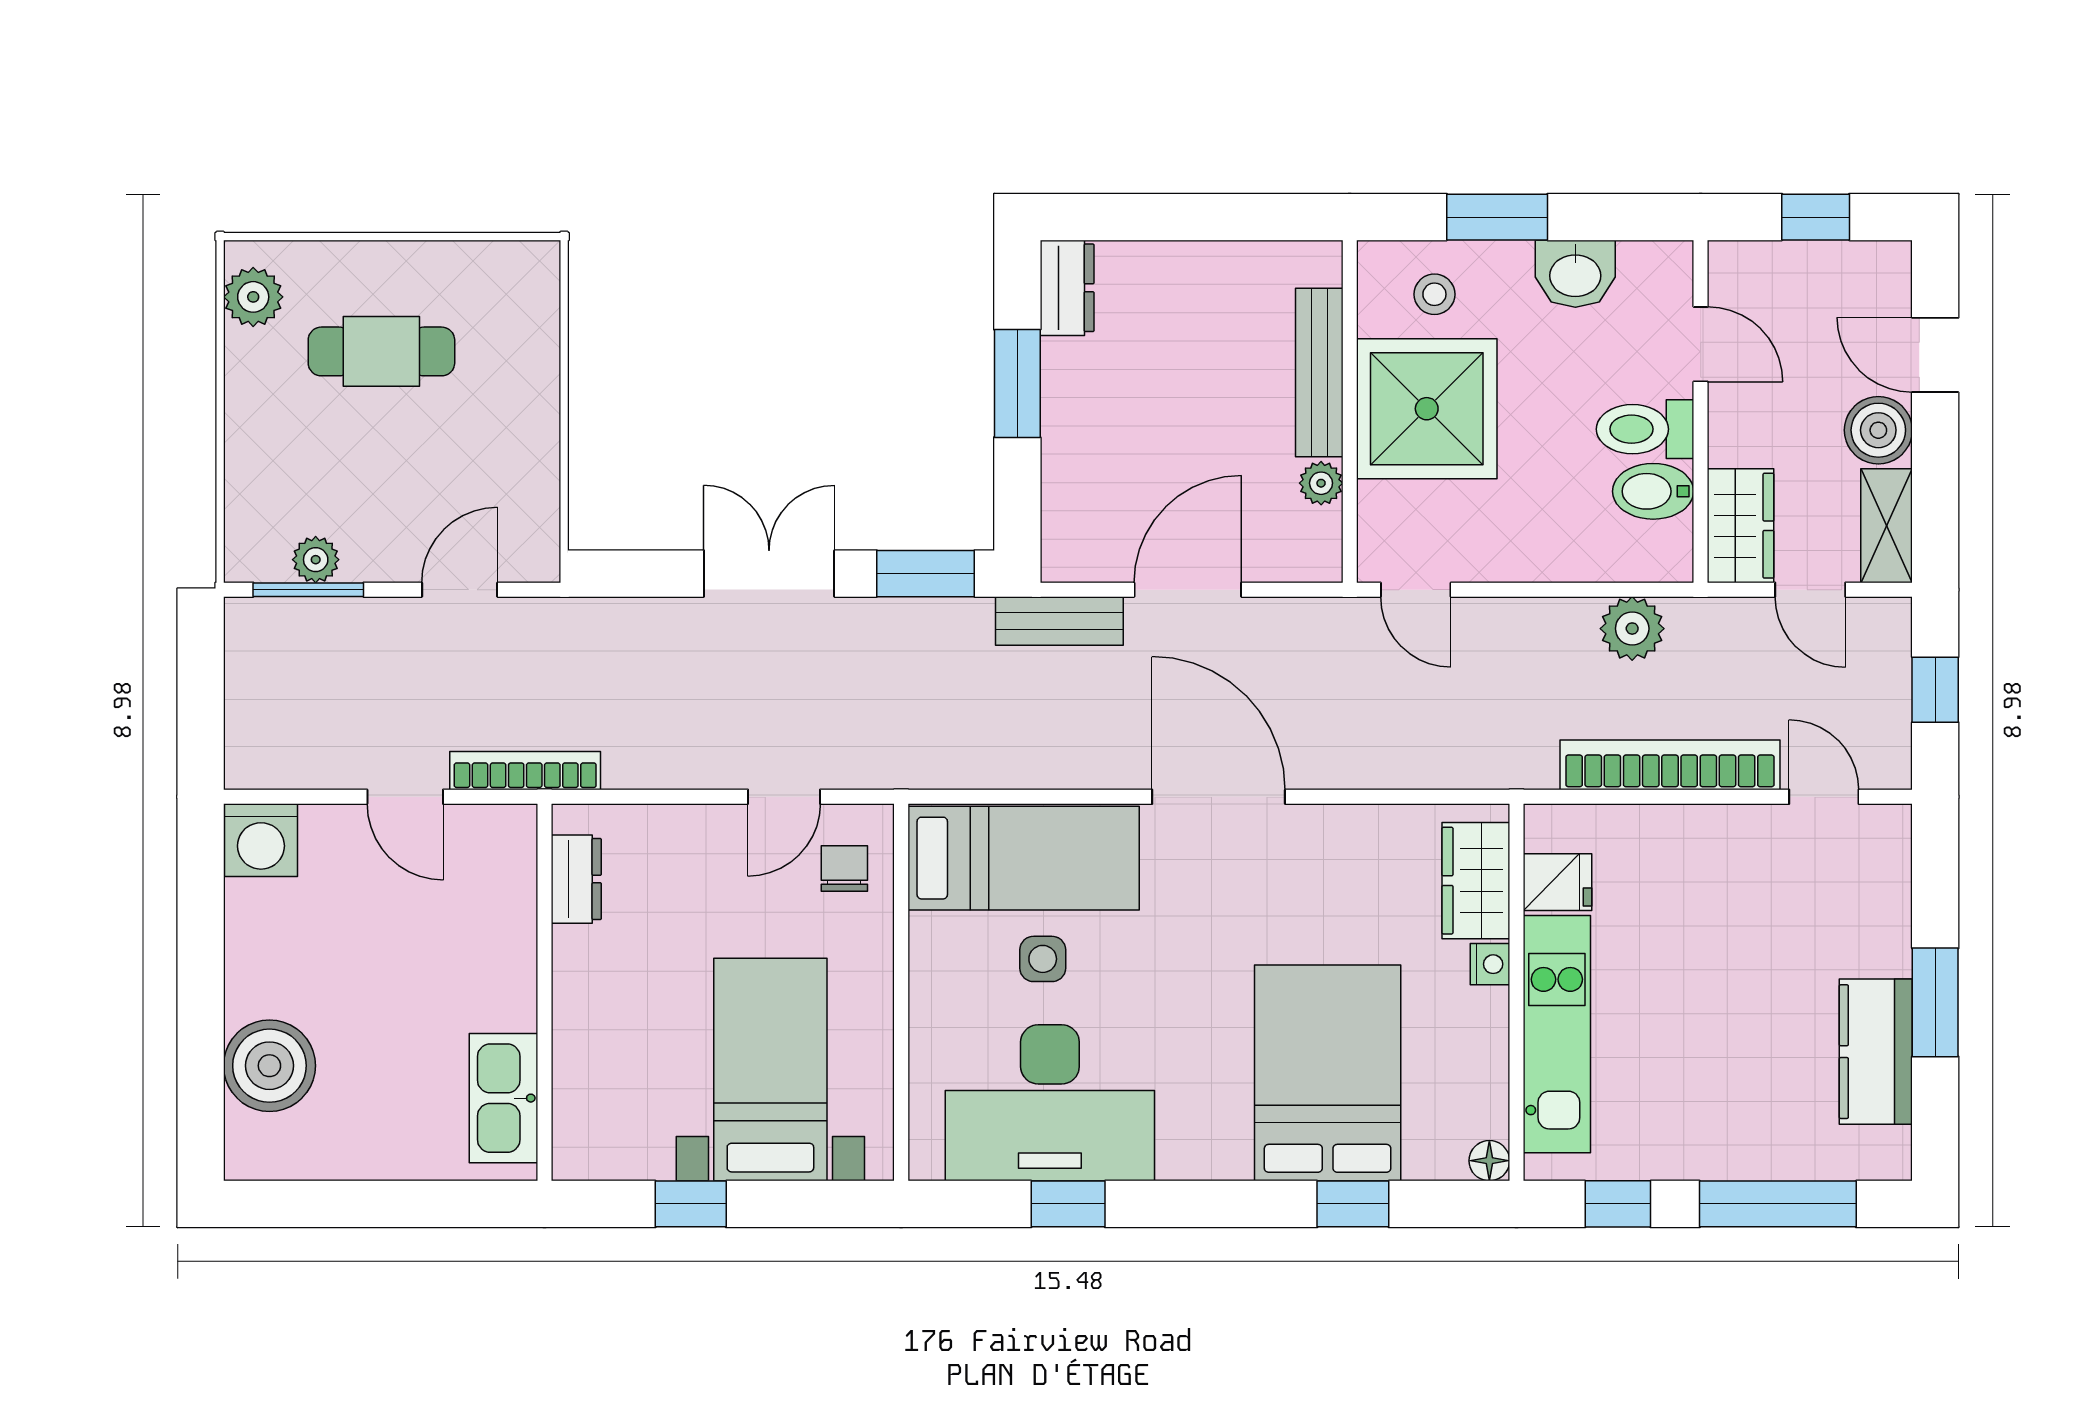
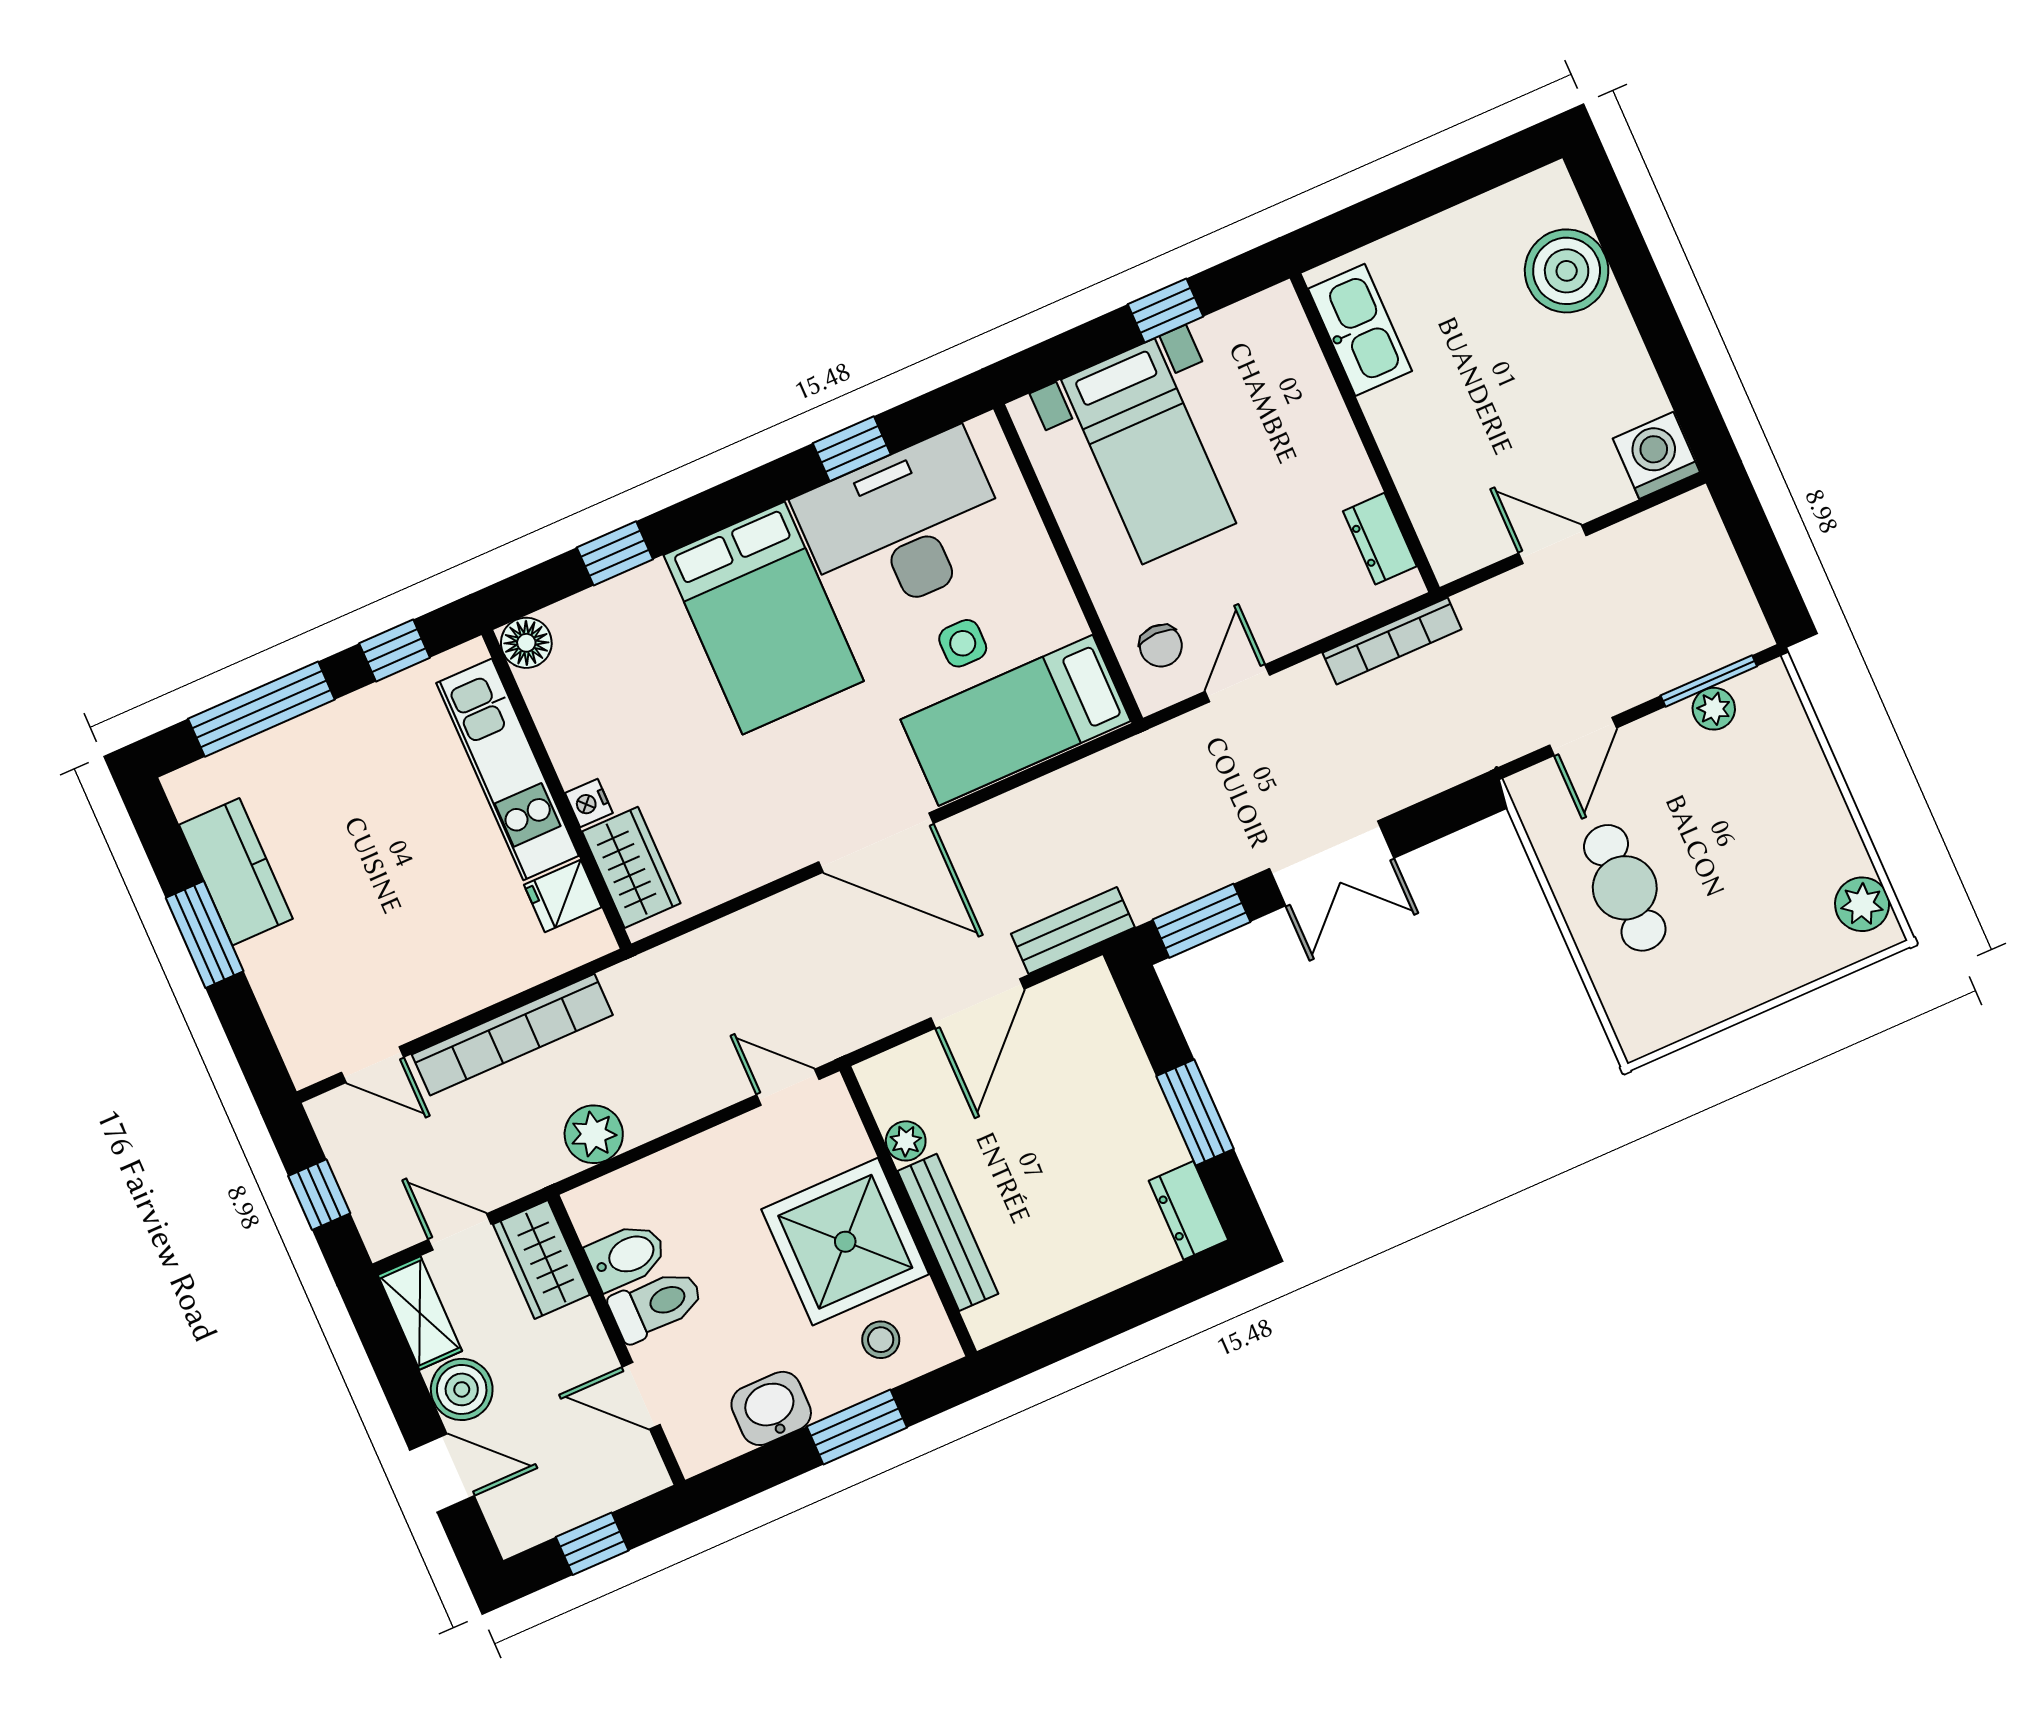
cafe table: (381, 351) -> (1625, 888), moved, turned 90
bookcase: (525, 771) -> (1392, 641), moved
bed: (1328, 1073) -> (764, 618), moved
floor lamp: (1489, 1161) -> (526, 643), width x1.37, depth x1.37

